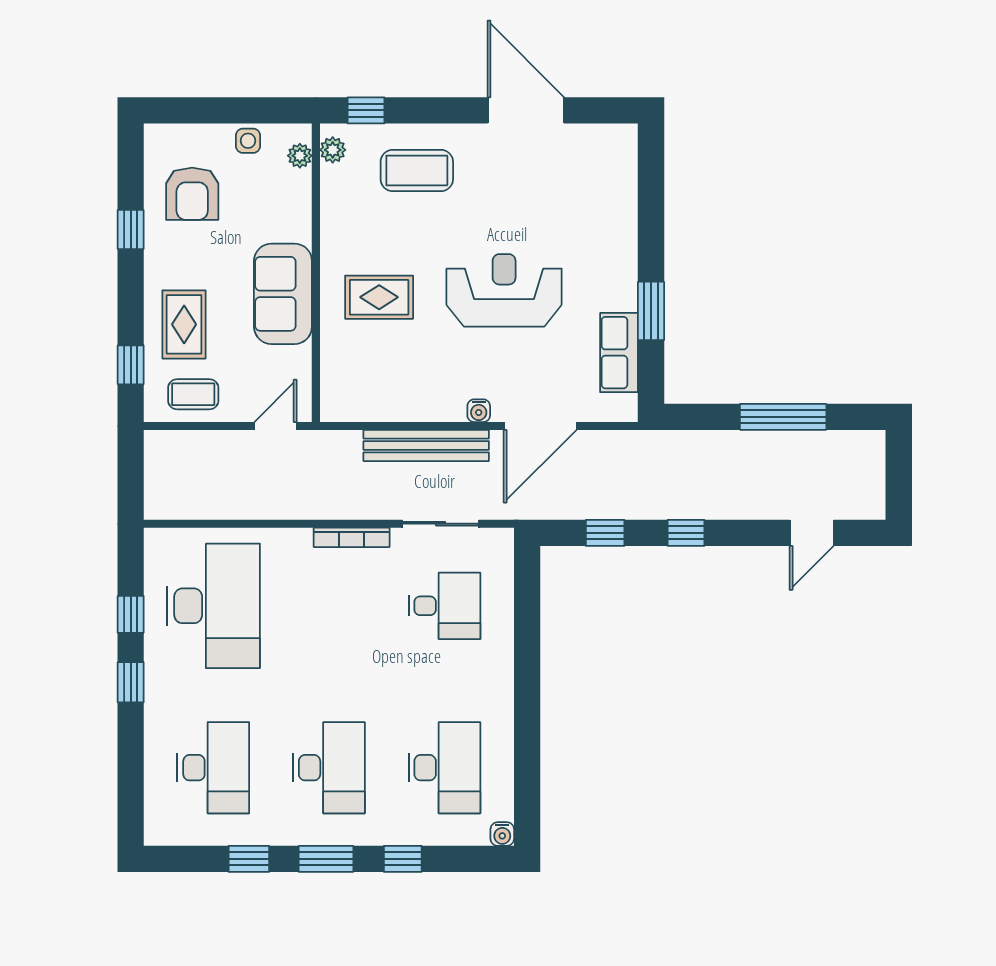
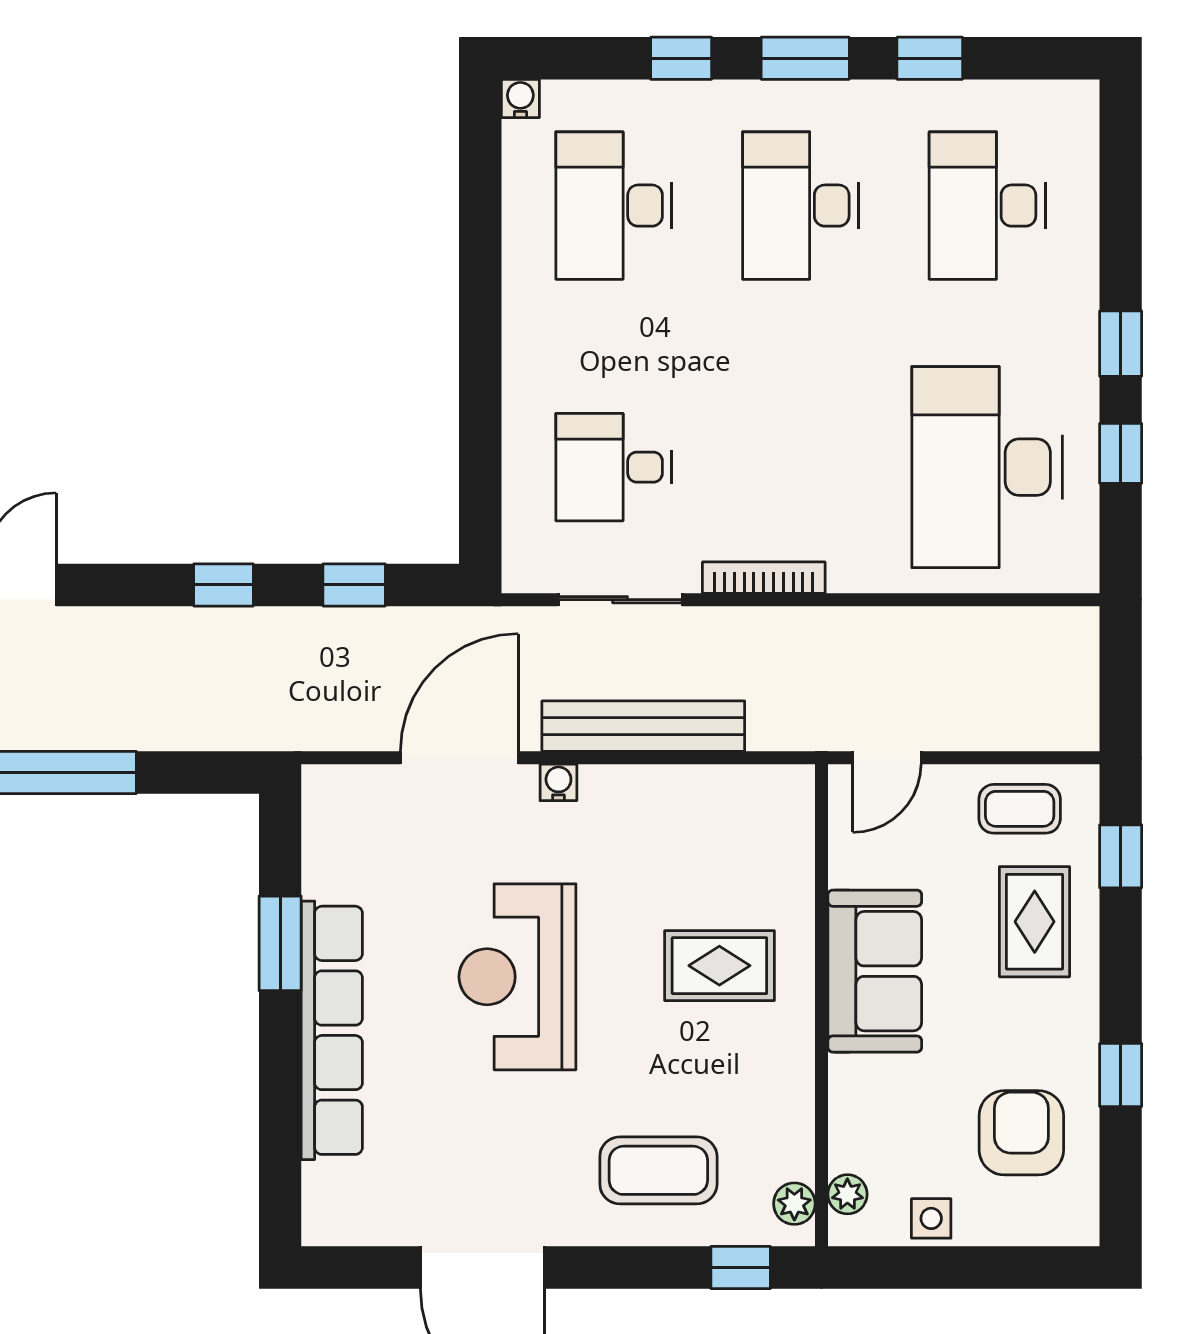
reception desk: (504, 290) -> (517, 977), turned 90
row of seats: (619, 353) -> (332, 1030), moved, width x2.02

